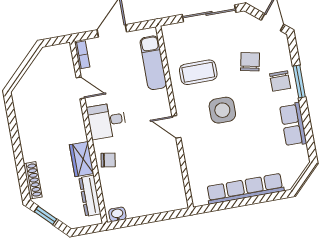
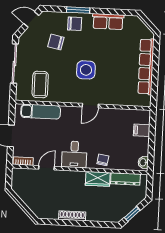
coffee table: (198, 72) -> (40, 84), moved
shoe rack: (33, 180) -> (72, 216), moved
filing cabinet: (159, 202) -> (142, 130), added

